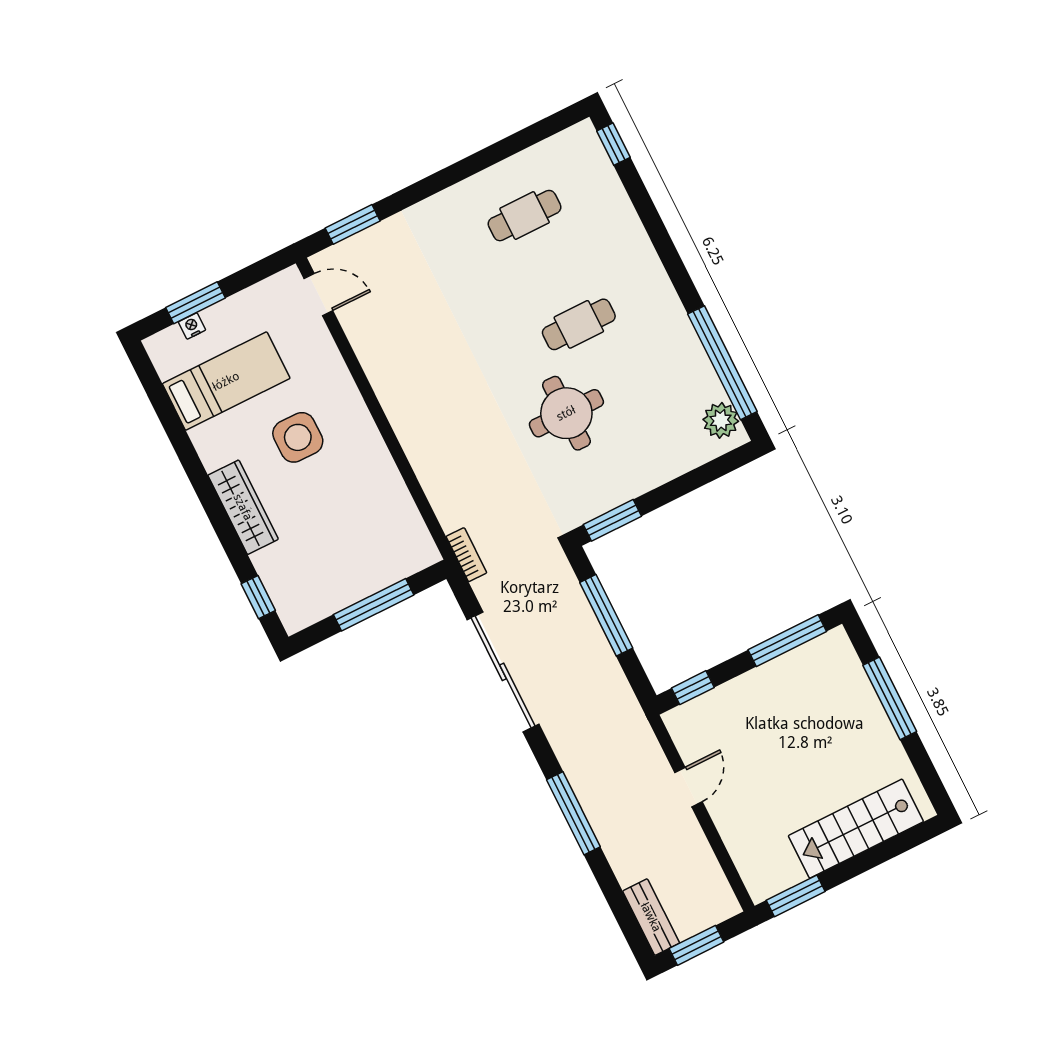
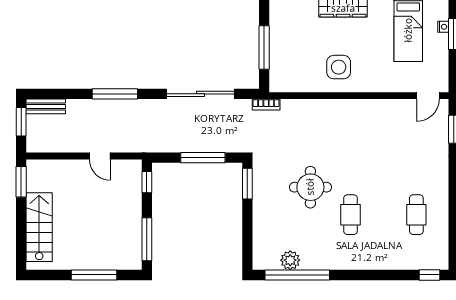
plant: (721, 420) -> (290, 260), moved
side table: (298, 437) -> (339, 67), moved

